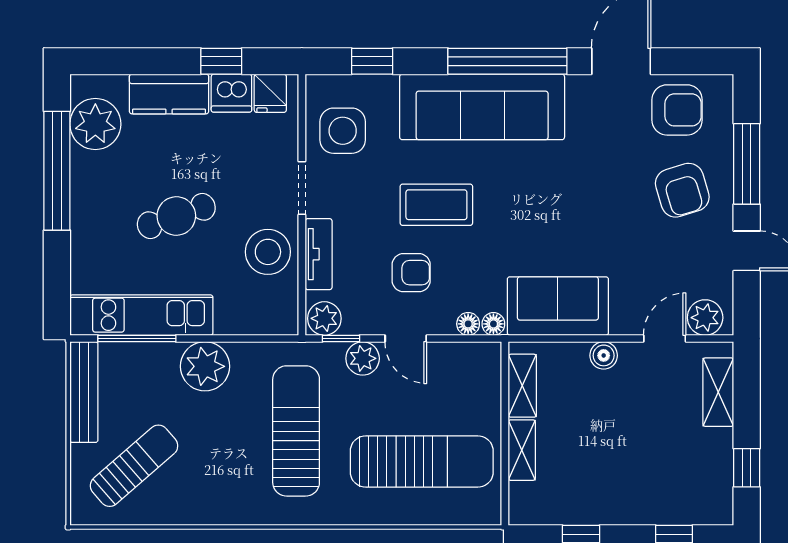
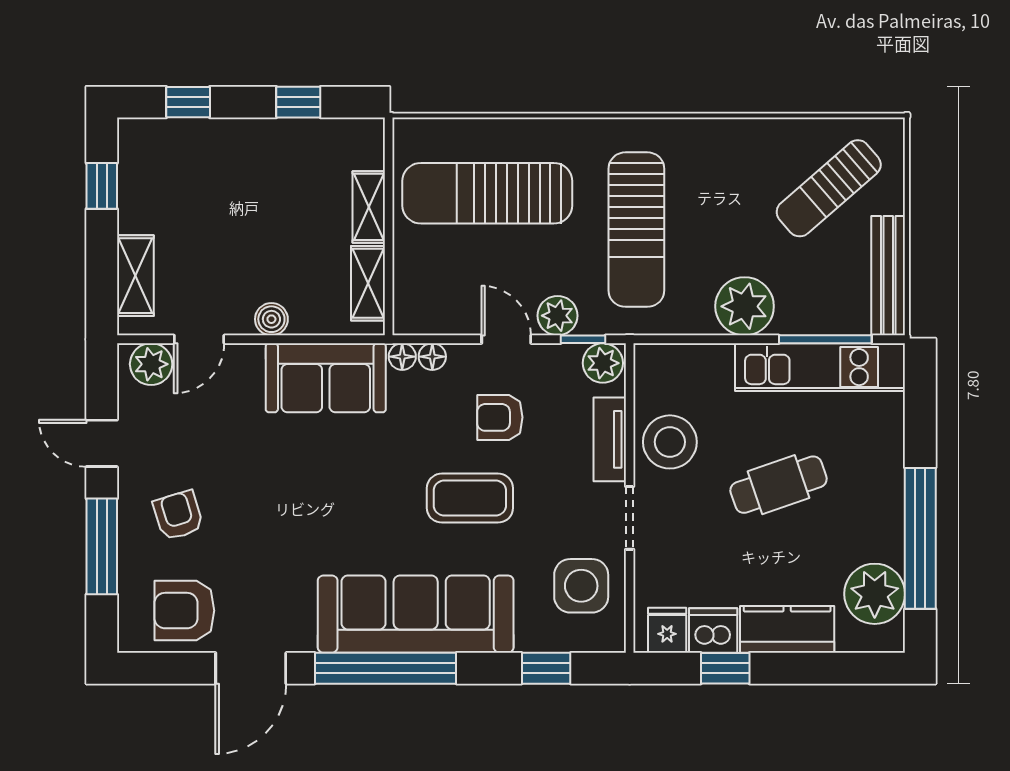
armchair: (682, 190) -> (178, 515), width x0.72, depth x0.72

